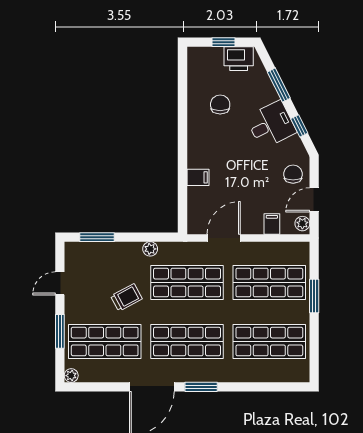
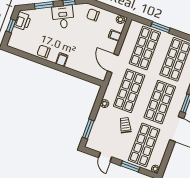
chair: (220, 105) -> (44, 51), moved
filing cabinet: (198, 177) -> (62, 60), moved
door: (314, 200) -> (110, 9), removed

